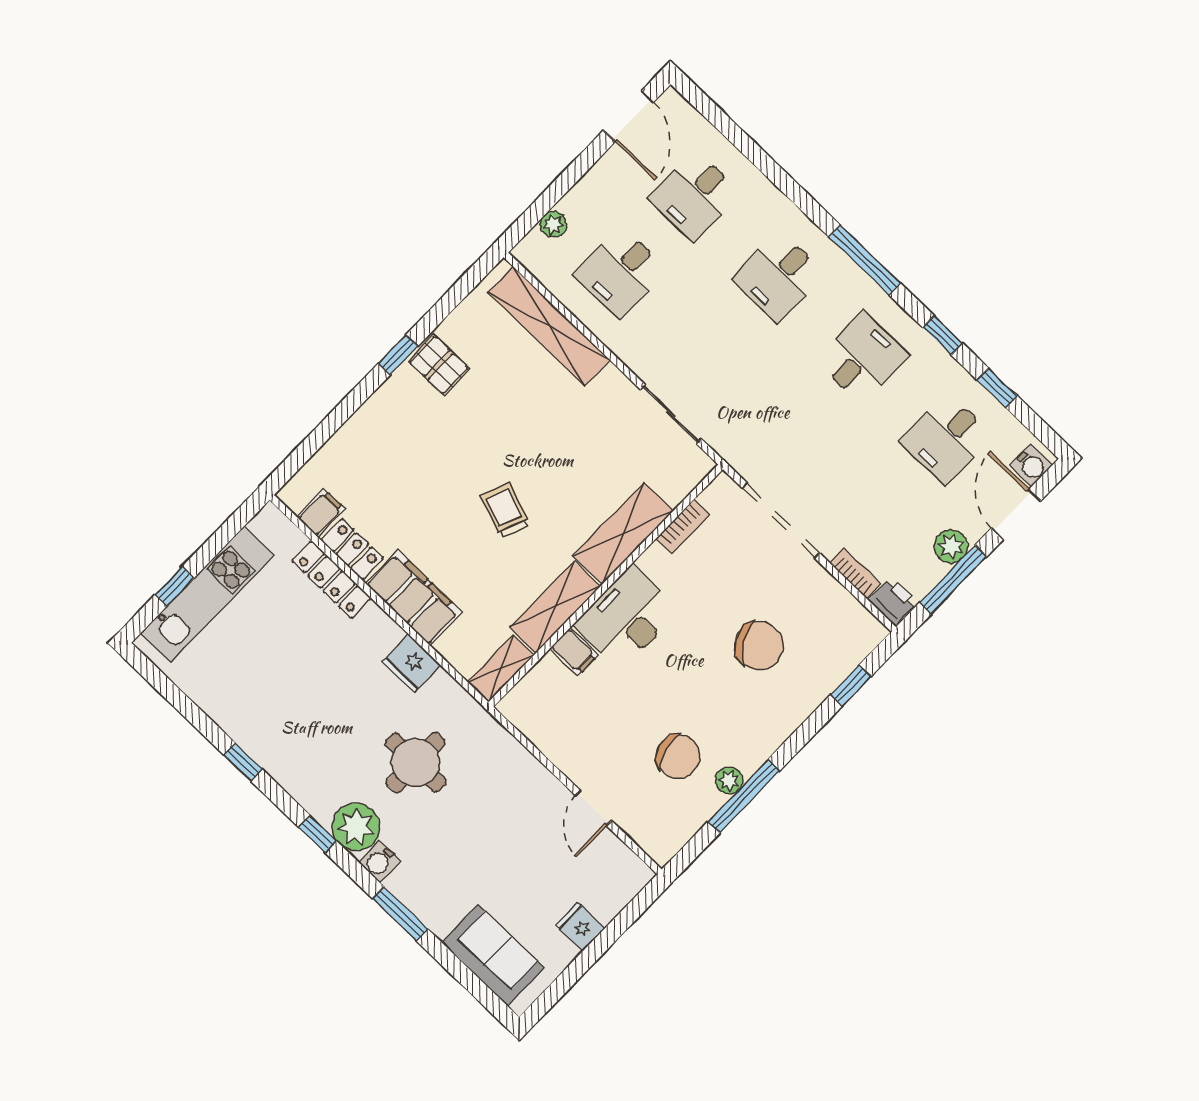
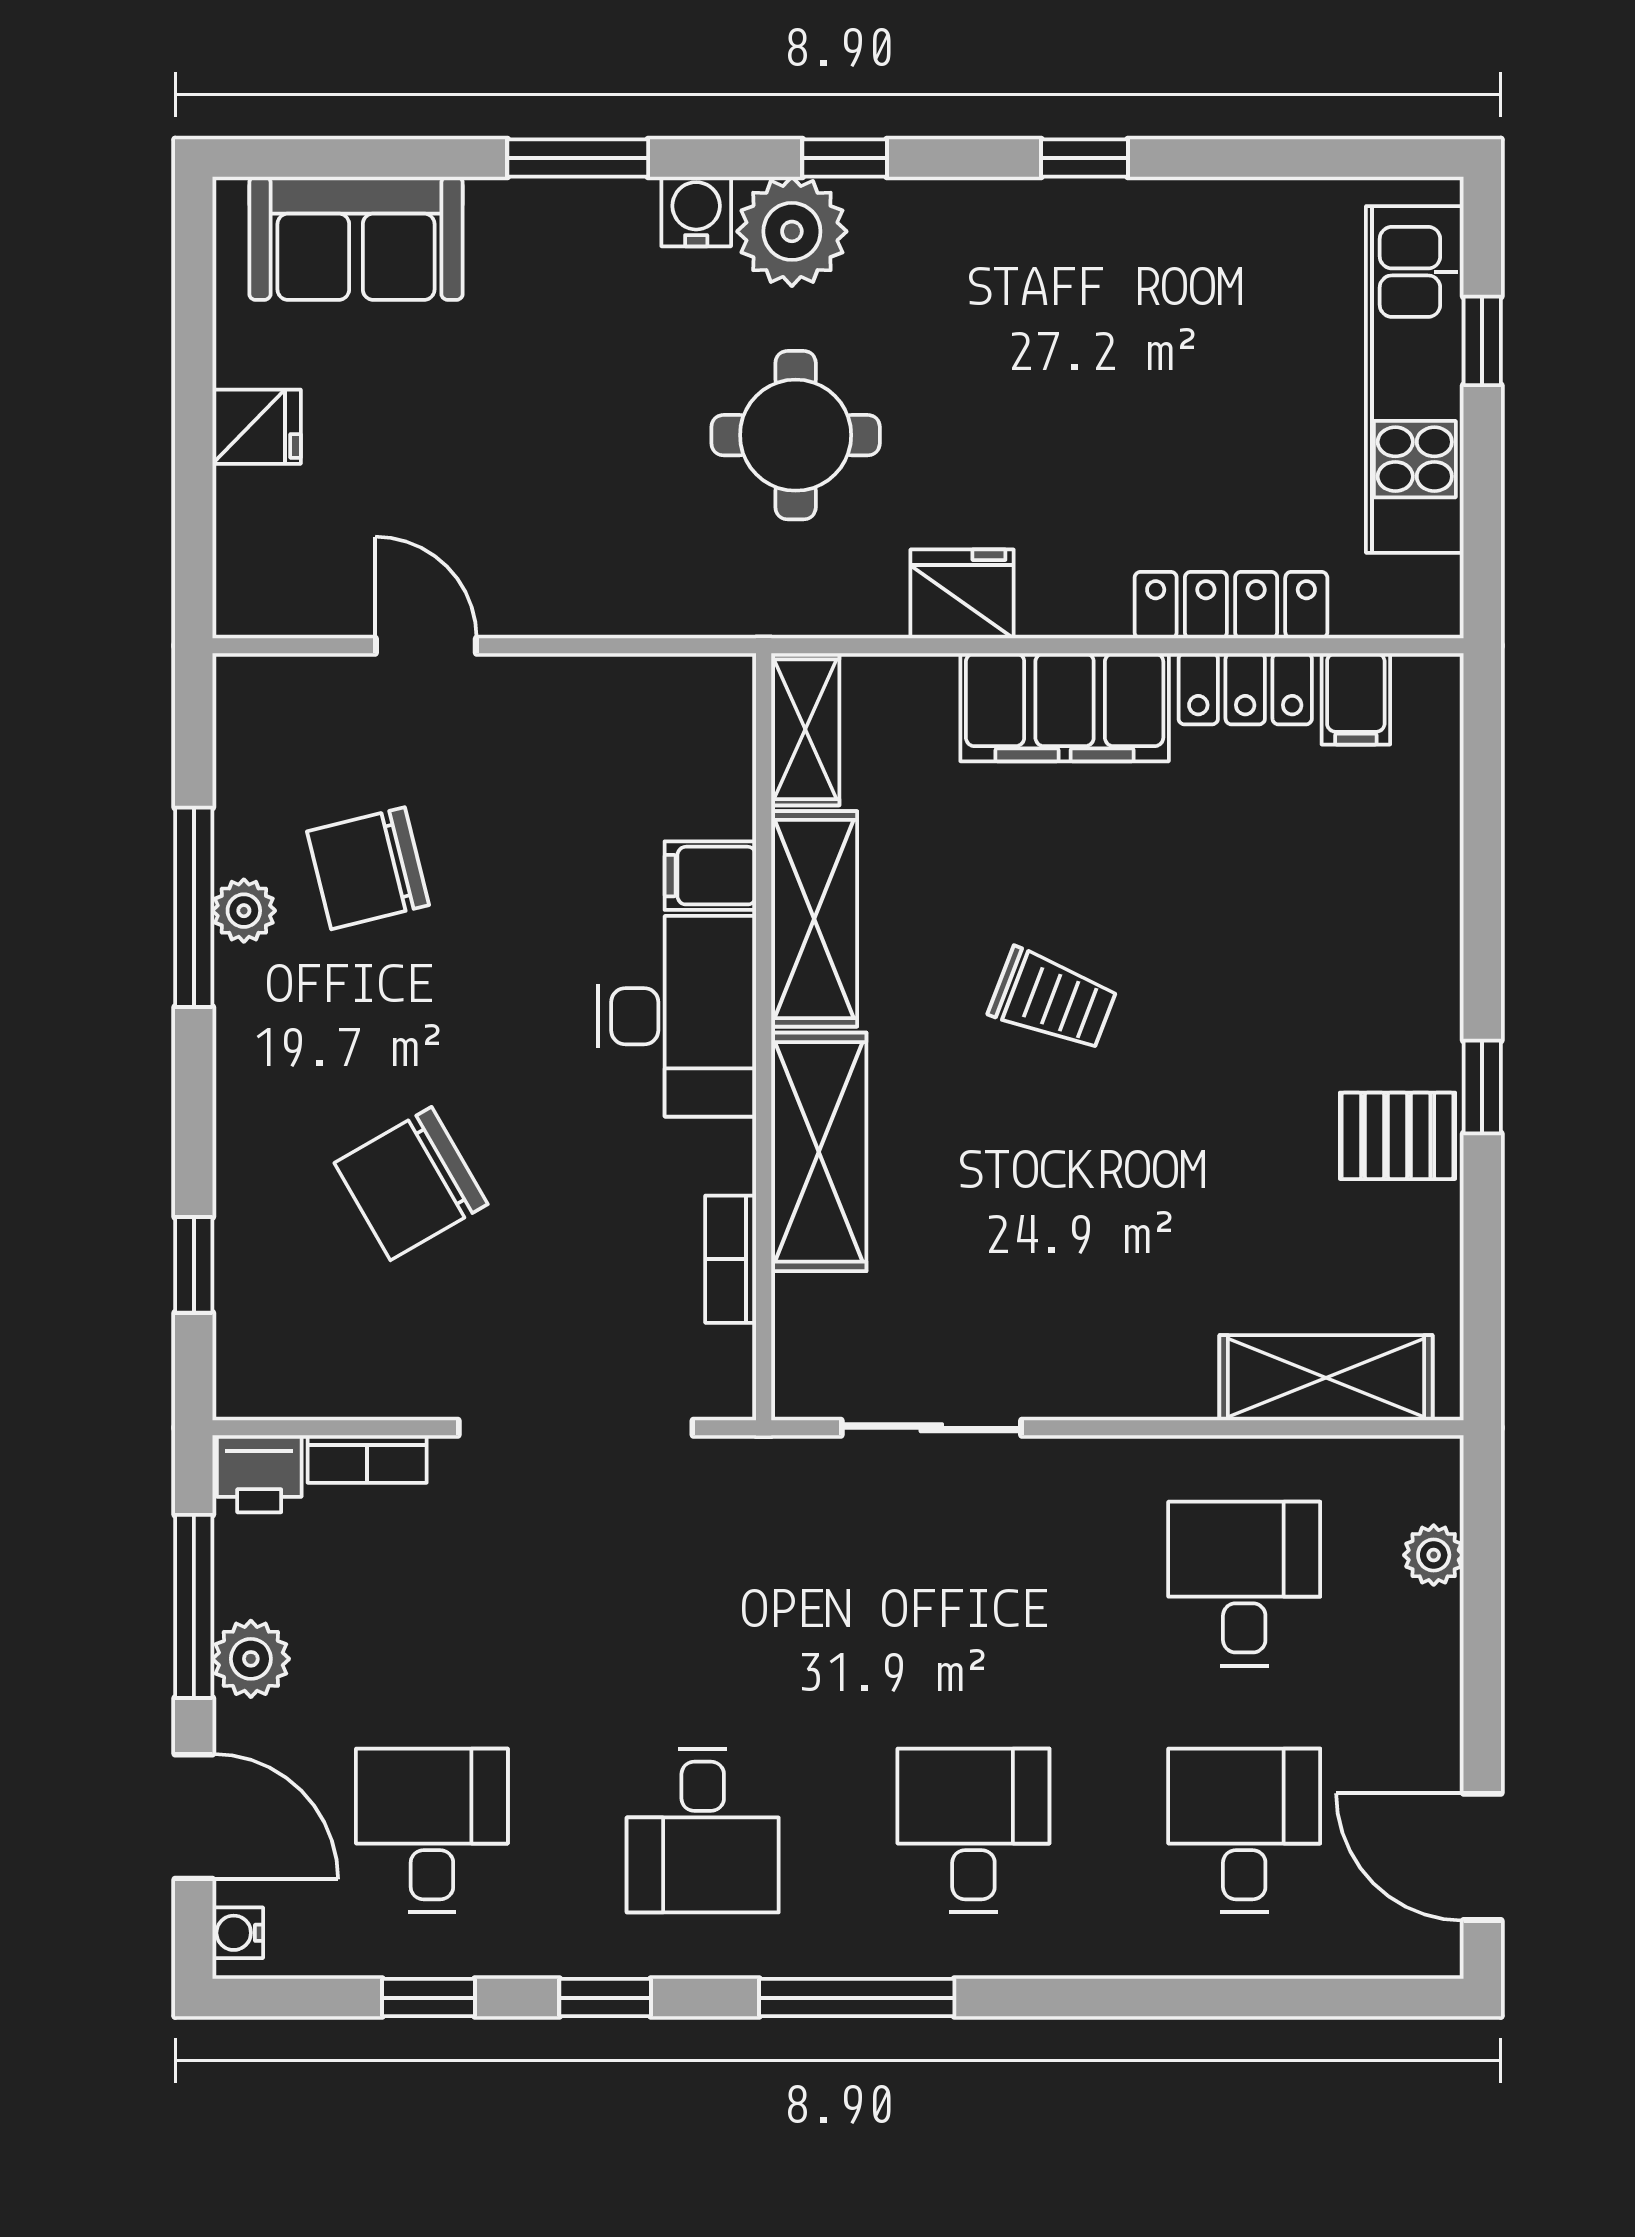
shelving: (549, 326) -> (1326, 1378), width x0.68
water cooler: (1031, 465) -> (238, 1933), width x0.72, depth x0.72

